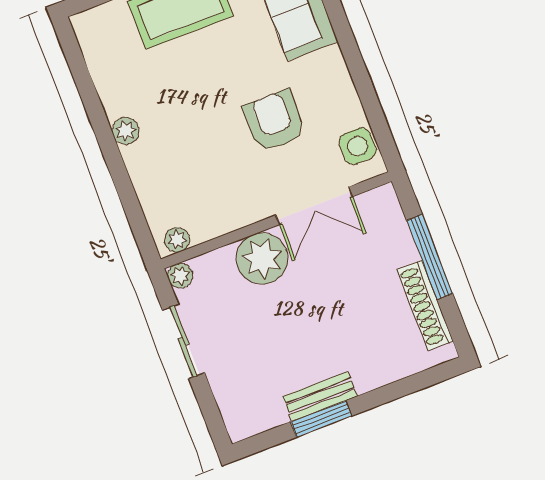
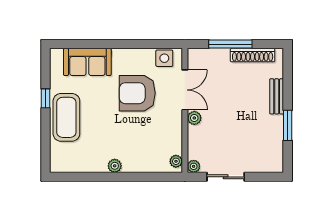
armchair: (274, 121) -> (137, 93), width x1.36, depth x1.36
plant: (262, 258) -> (194, 118), width x0.53, depth x0.53
bench: (320, 396) -> (277, 96), moved

